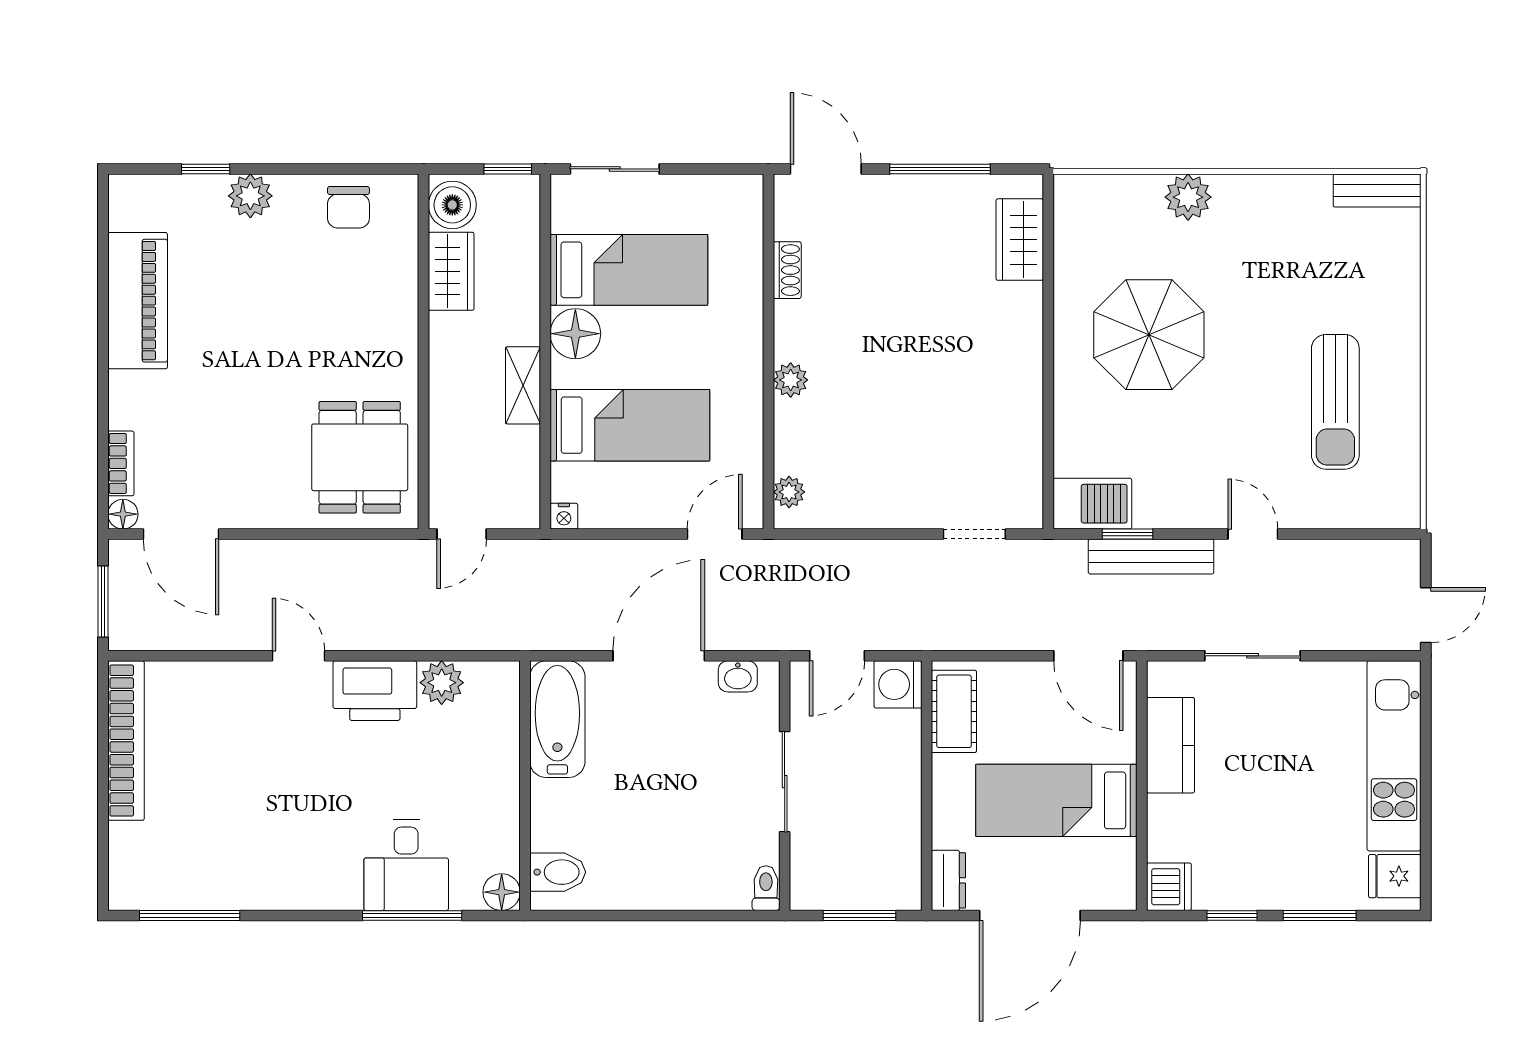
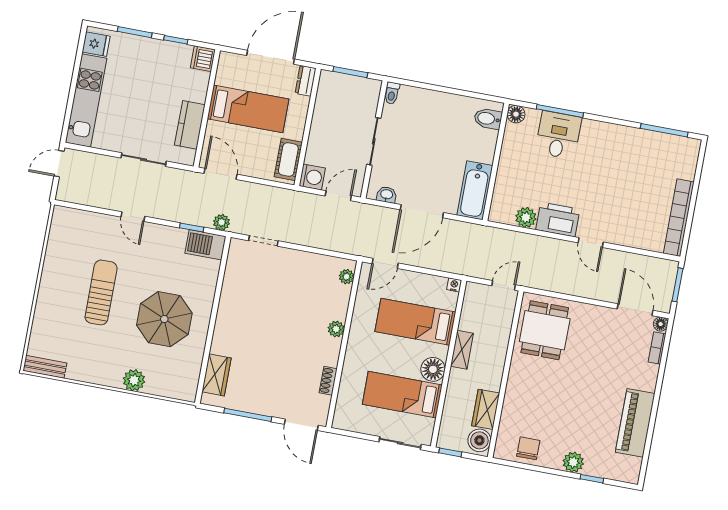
sun lounger: (1335, 402) -> (101, 292), moved
plant: (1068, 556) -> (222, 222), added
bench: (1151, 557) -> (183, 215), removed

